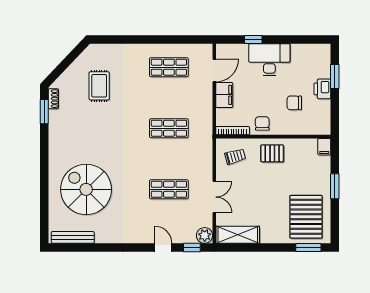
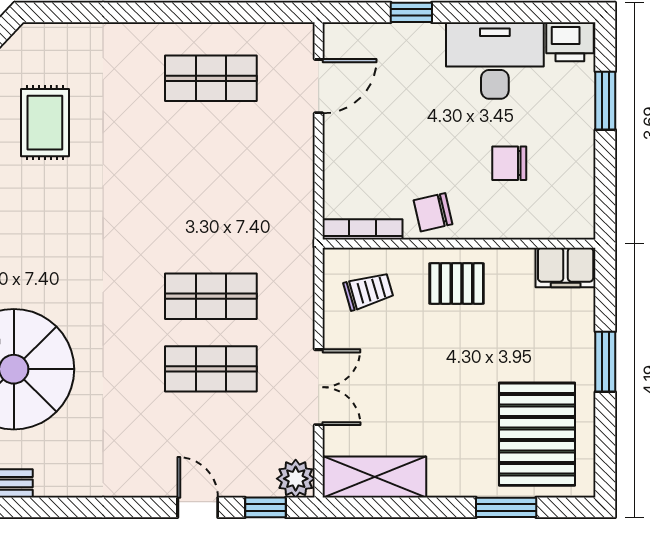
desk: (269, 60) -> (495, 61), moved
printer: (322, 89) -> (570, 42), moved, turned -90
filing cabinet: (224, 95) -> (343, 144), removed
chair: (262, 123) -> (433, 212), turned -102
shop shelf: (169, 128) -> (211, 296), moved
filing cabinet: (324, 147) -> (566, 267), width x2.00
window: (308, 247) -> (506, 507), moved

